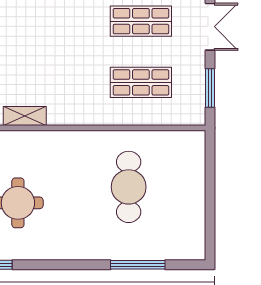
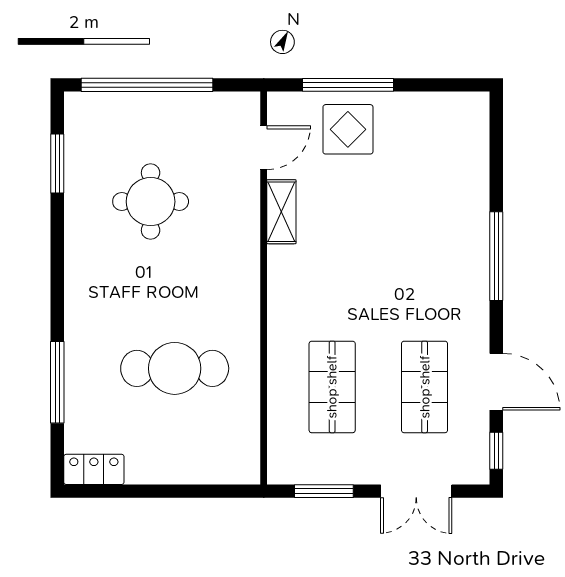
locker: (196, 240) -> (94, 469), added

